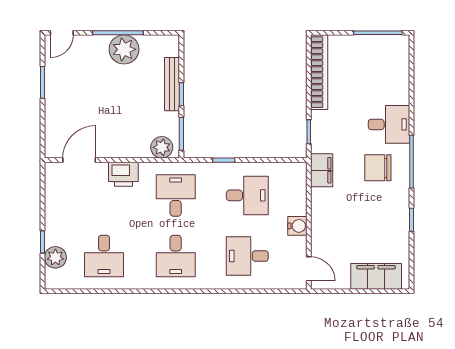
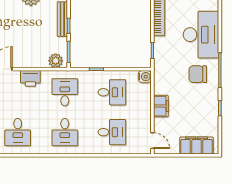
desk: (389, 124) -> (201, 35), width x1.87, depth x1.30
filing cabinet: (322, 170) -> (161, 106), moved
water cooler: (297, 226) -> (145, 77), moved
desk: (247, 256) -> (112, 132), turned 180

